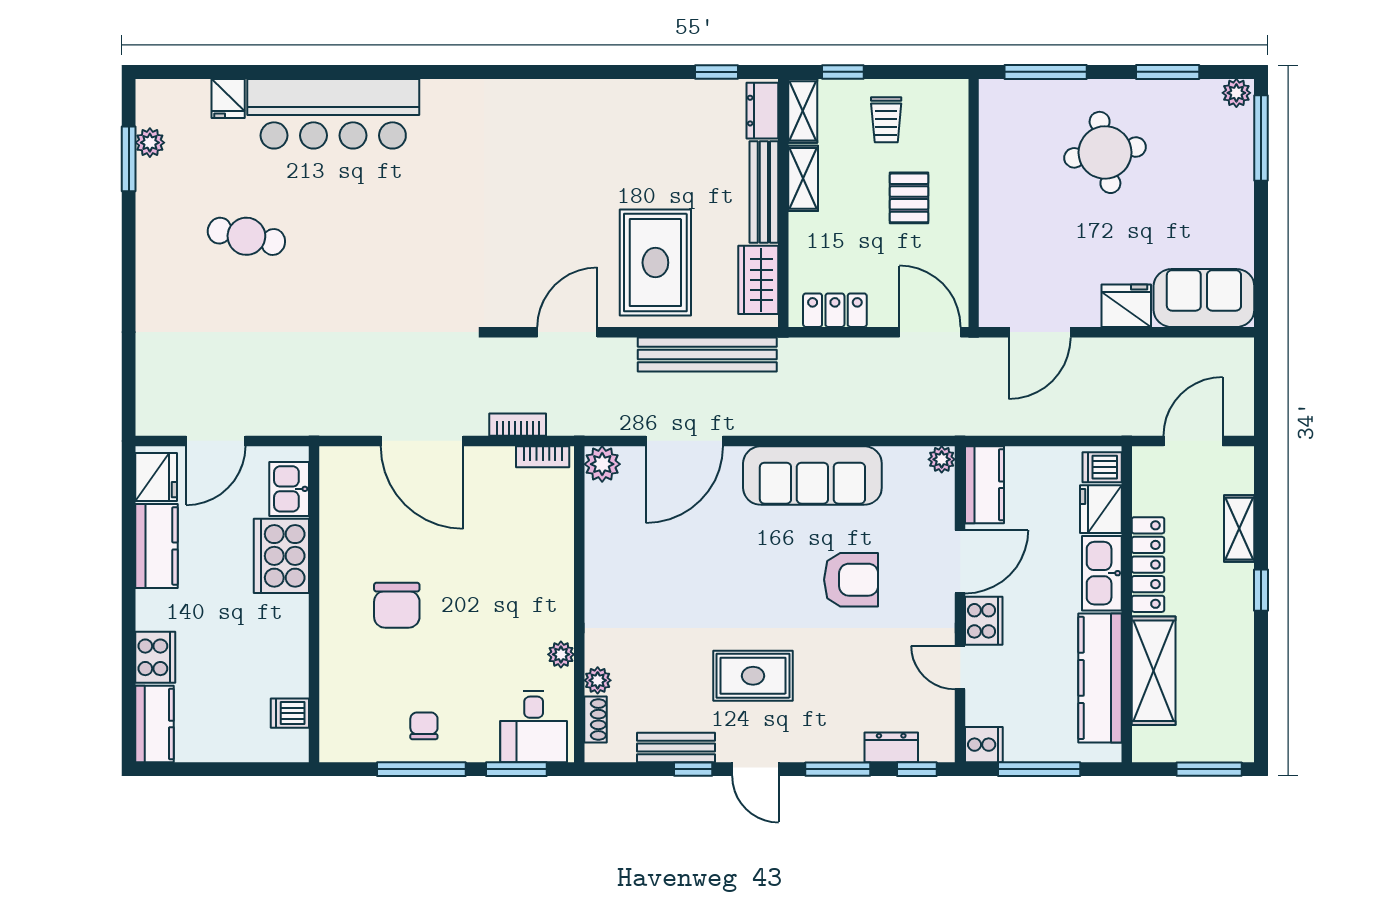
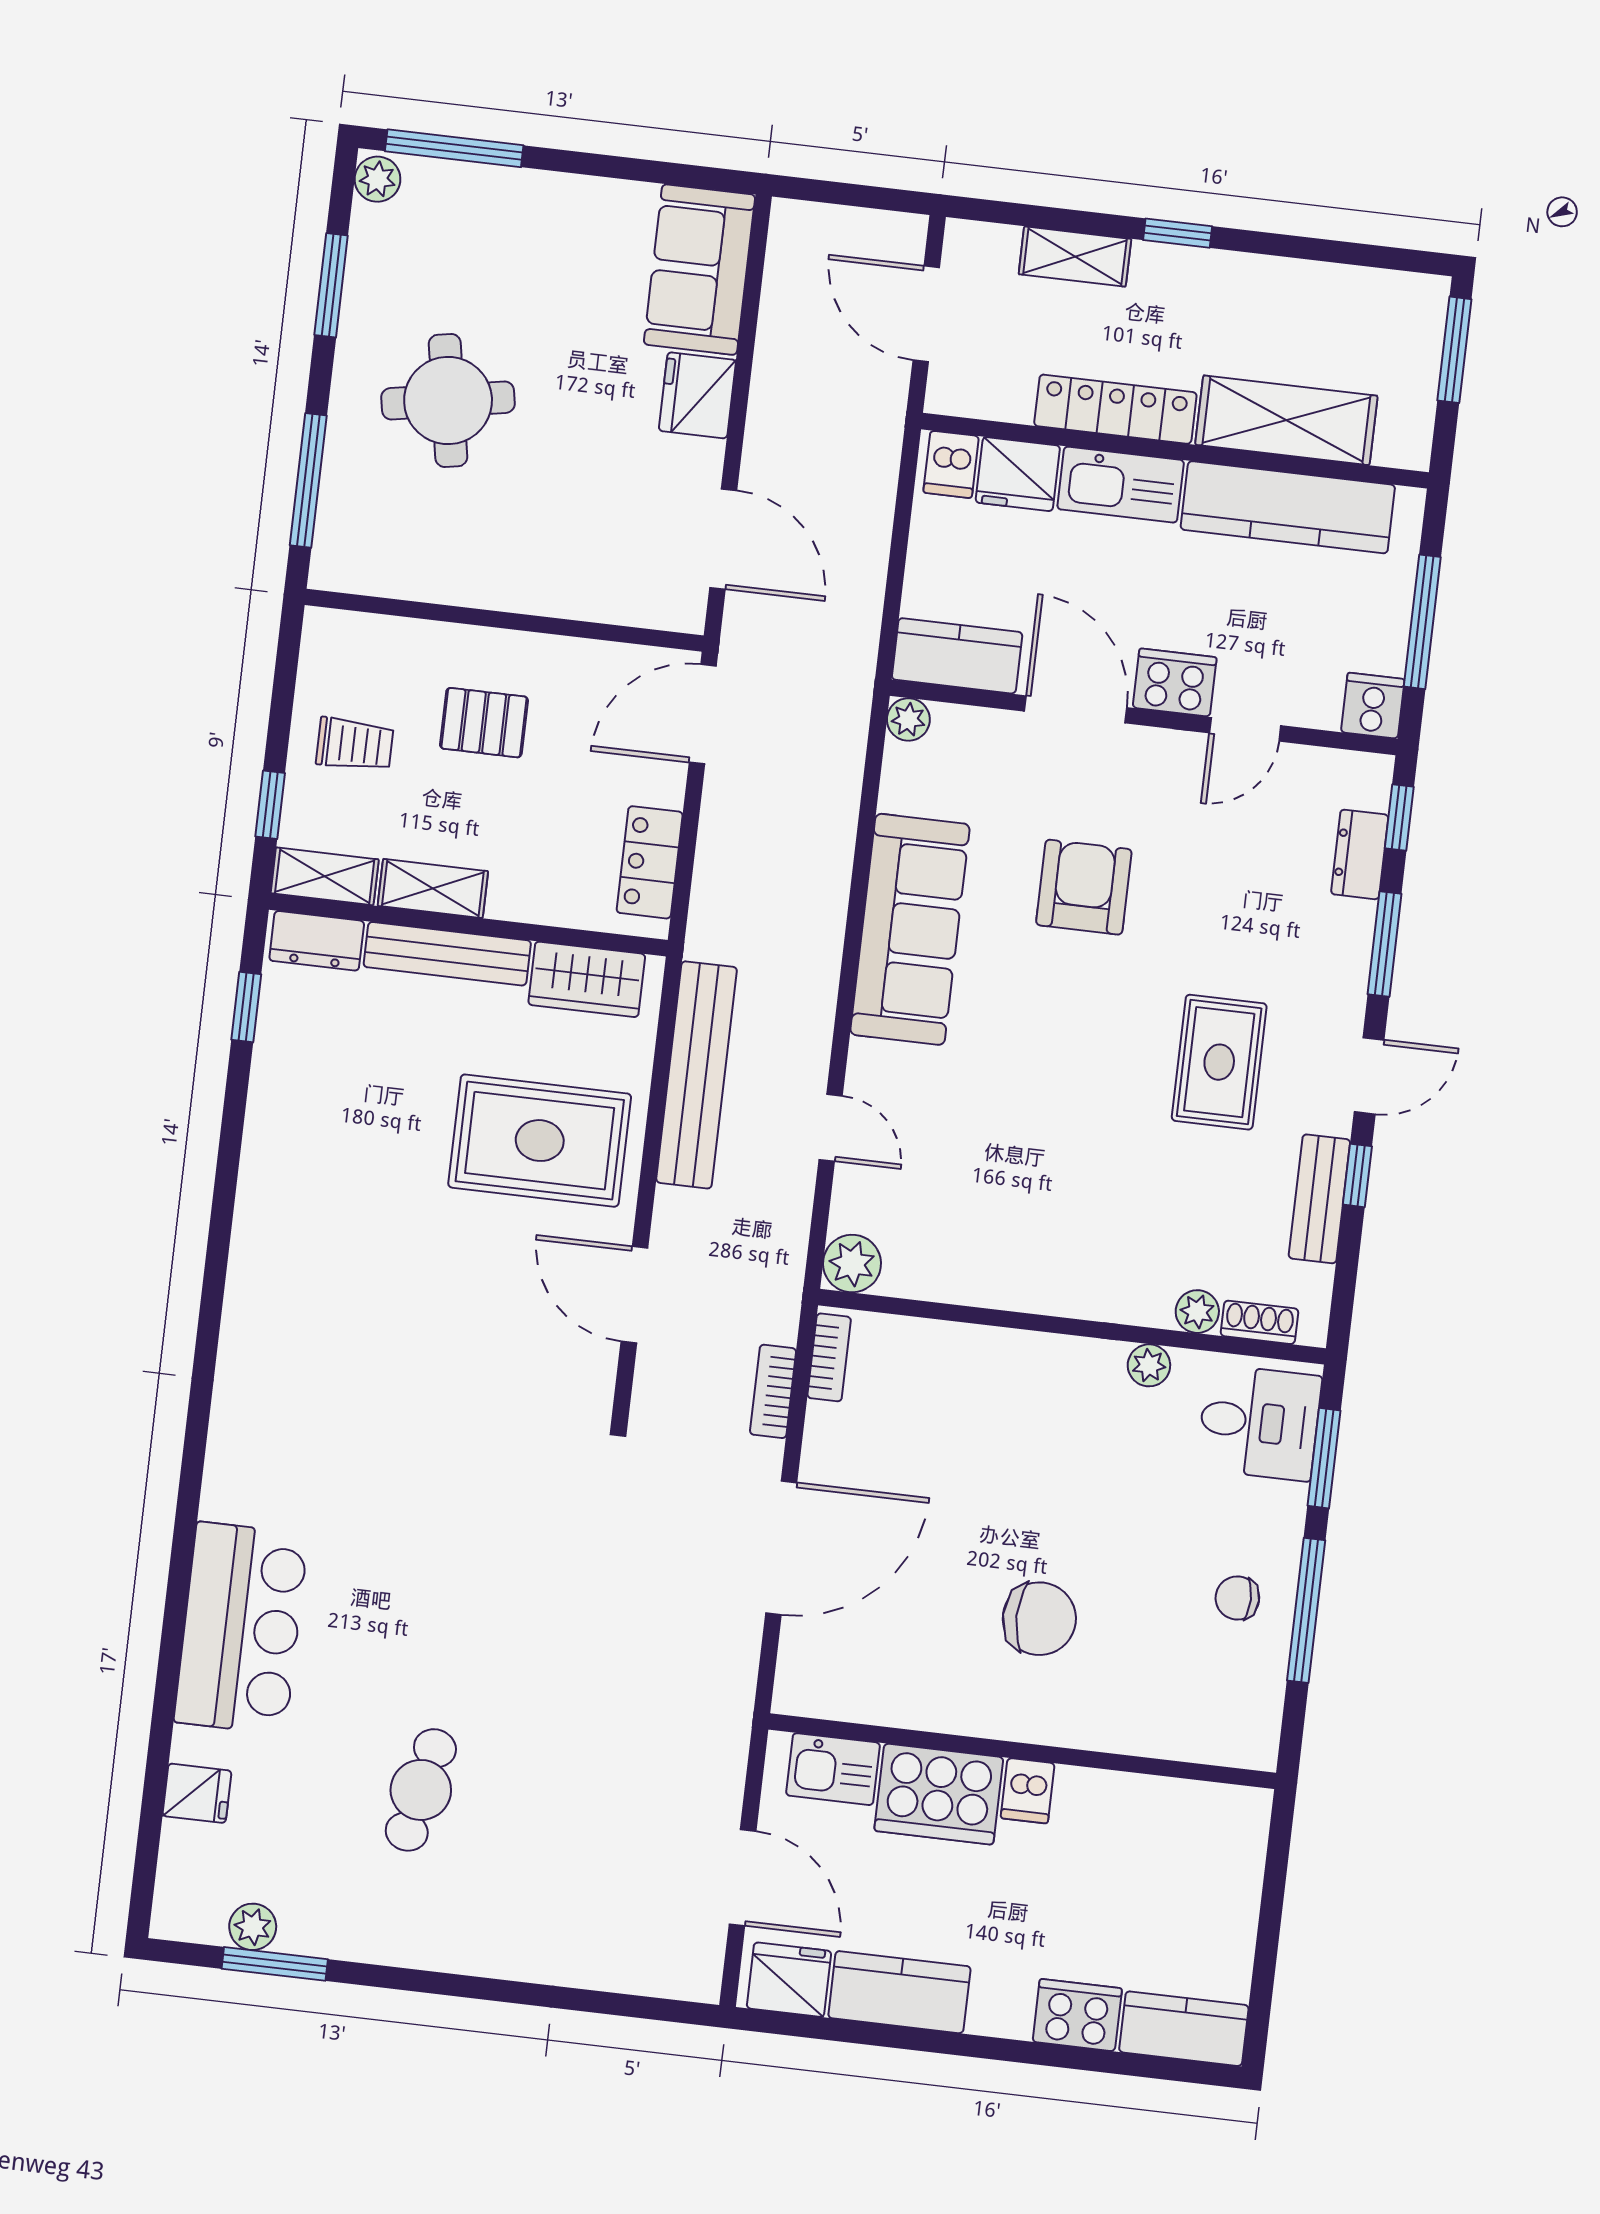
bar counter: (333, 114) -> (241, 1628), width x0.73
door: (684, 441) -> (831, 1128), width x0.53
dishwasher: (290, 713) -> (1028, 1791), moved

